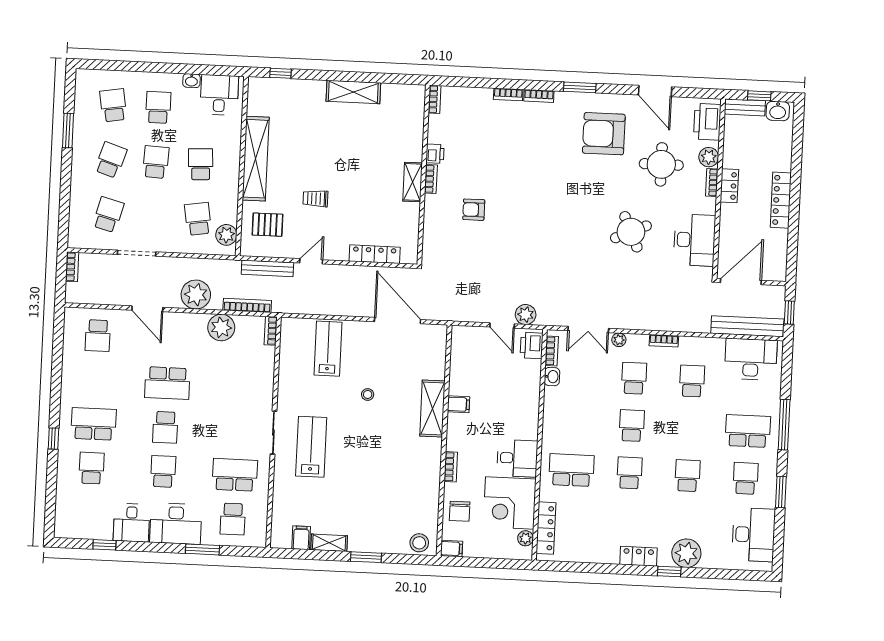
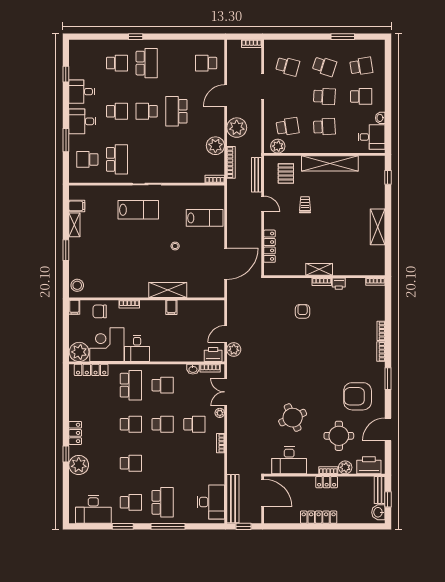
armchair: (604, 134) -> (358, 396), turned -90
school desk: (692, 381) -> (163, 385), moved
desk: (176, 524) -> (82, 121), width x0.73
plant: (525, 538) -> (79, 352), width x1.87, depth x1.87

